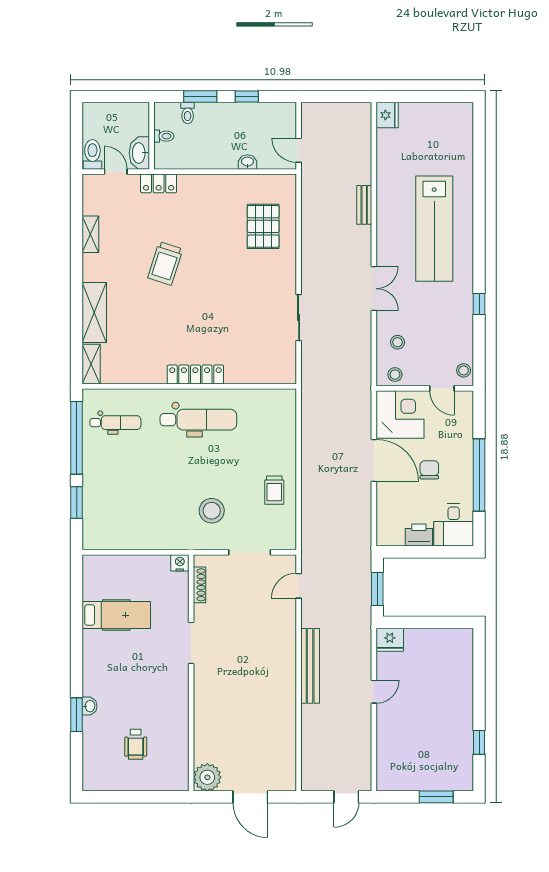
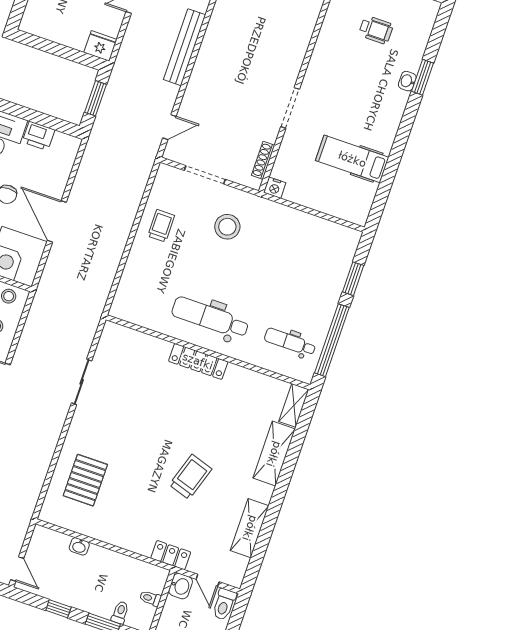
door: (299, 150) -> (17, 569), moved
washbasin: (139, 153) -> (181, 586), width x0.72
shelving: (90, 234) -> (250, 528), width x1.50, depth x1.33
wheelchair: (136, 744) -> (376, 30), turned 90

